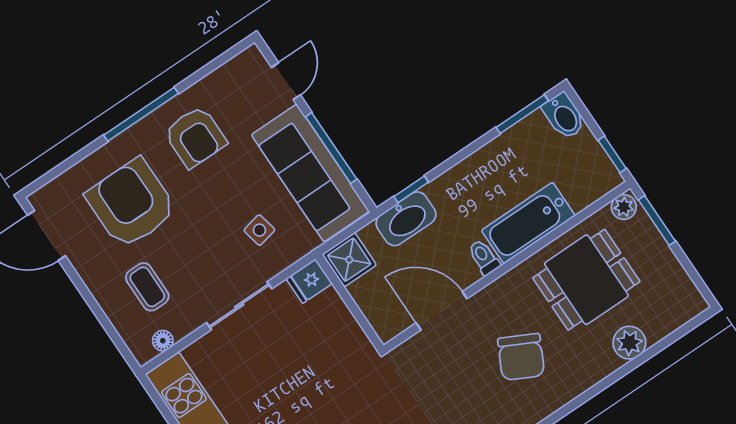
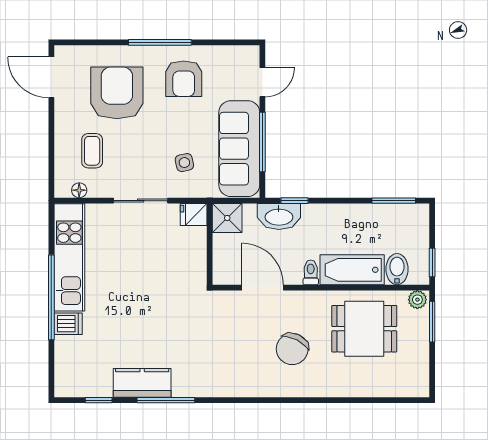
bidet: (564, 116) -> (397, 269), moved, turned 180
plant: (629, 343) -> (365, 385), removed

